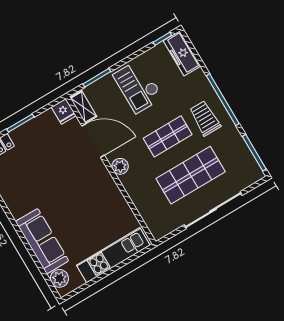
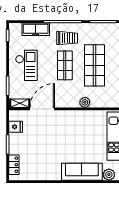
freezer: (182, 53) -> (36, 29), moved
checkout: (138, 86) -> (26, 65), turned -90
fridge: (64, 111) -> (16, 127), moved
trolley: (205, 118) -> (67, 38), turned 180
plant: (120, 166) -> (85, 102), moved

